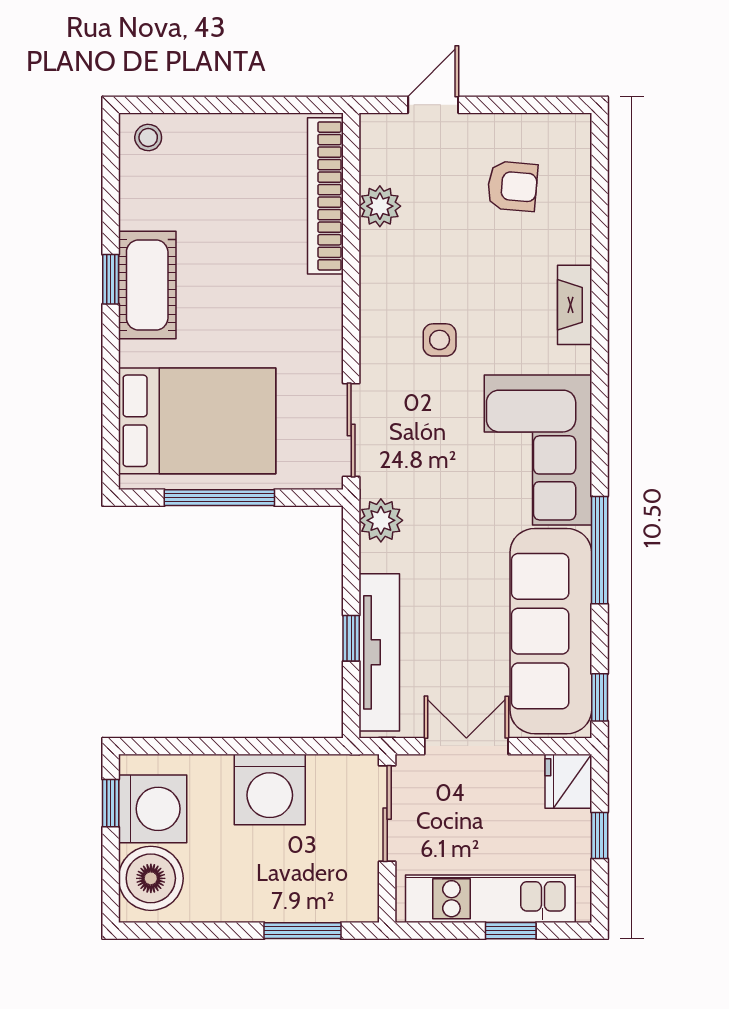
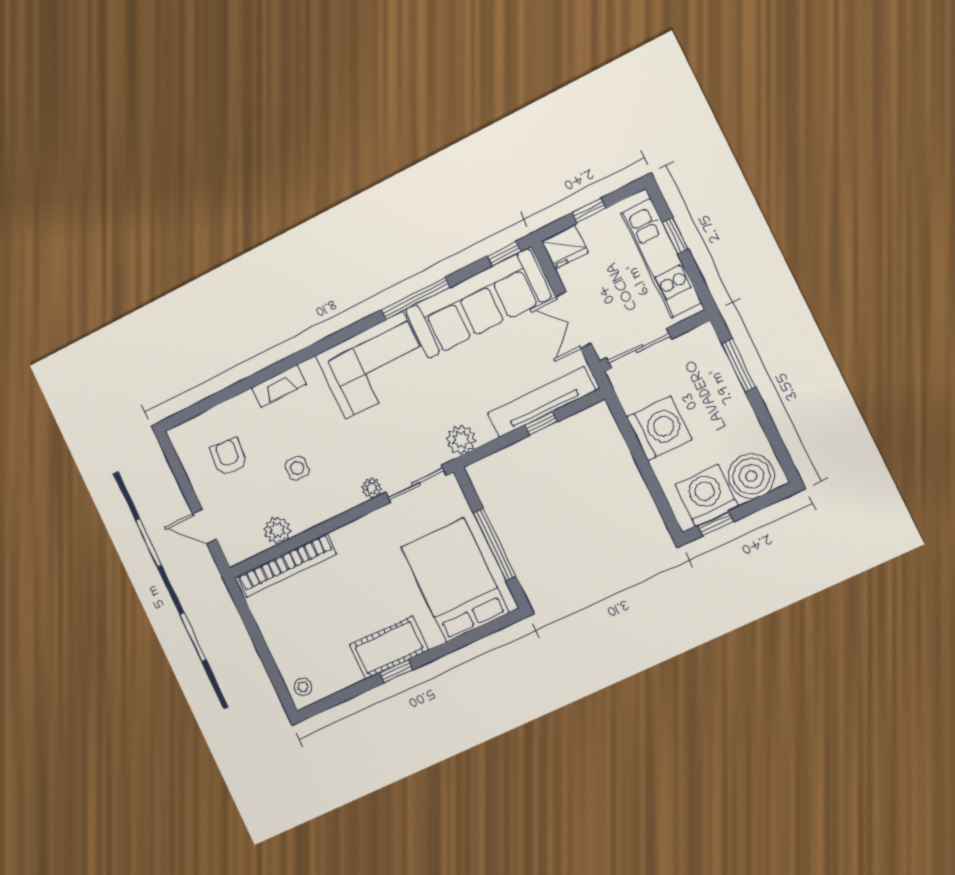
side table: (440, 340) -> (297, 468), moved
plant: (374, 366) -> (372, 488), added

